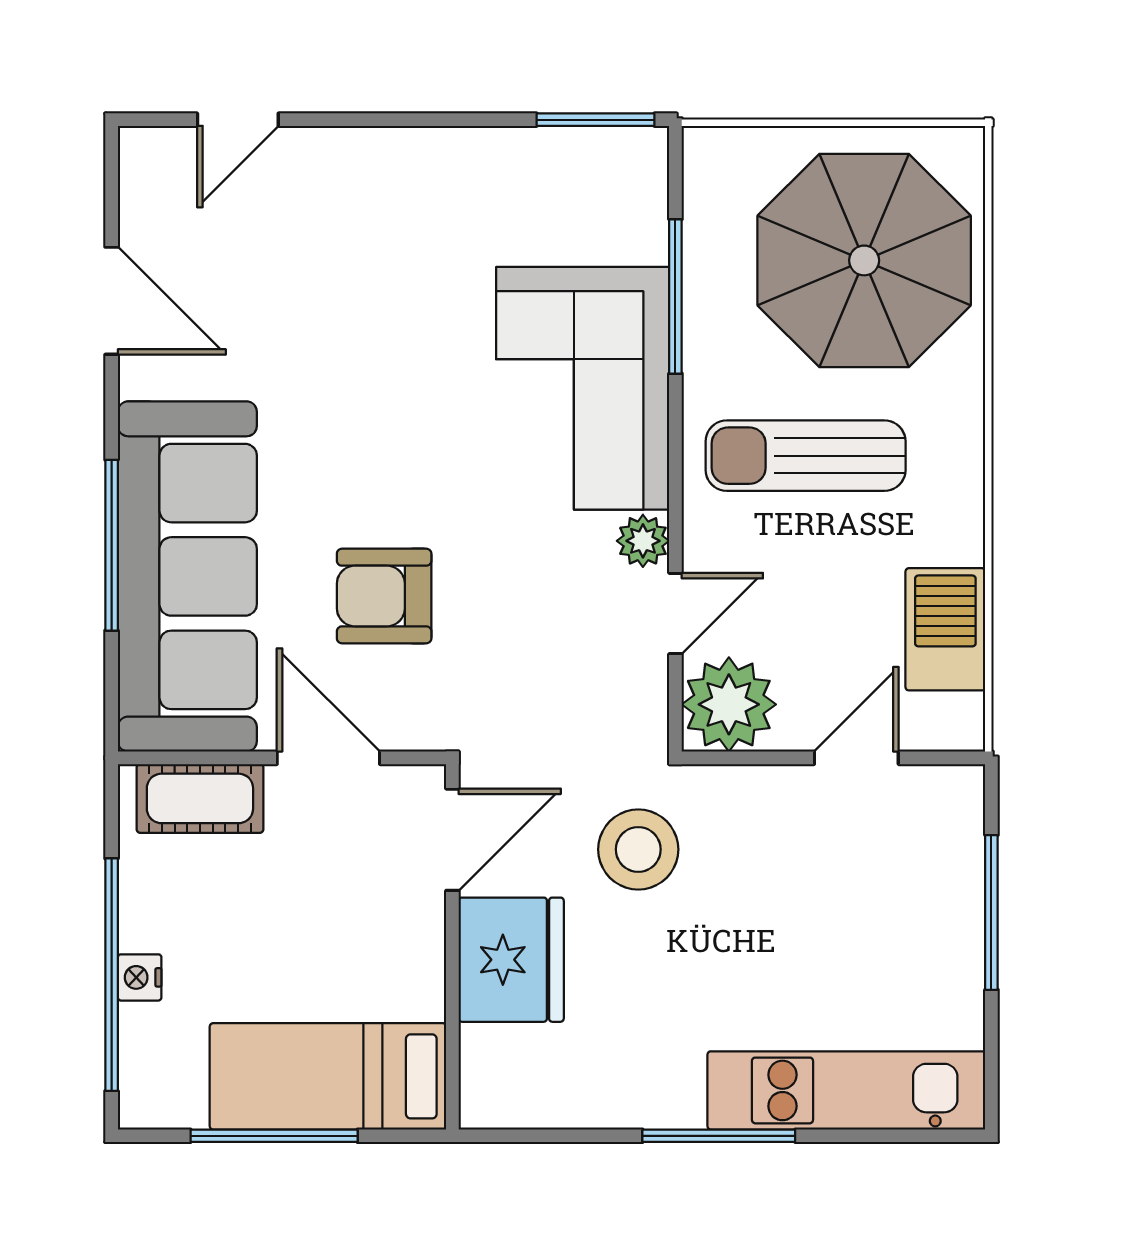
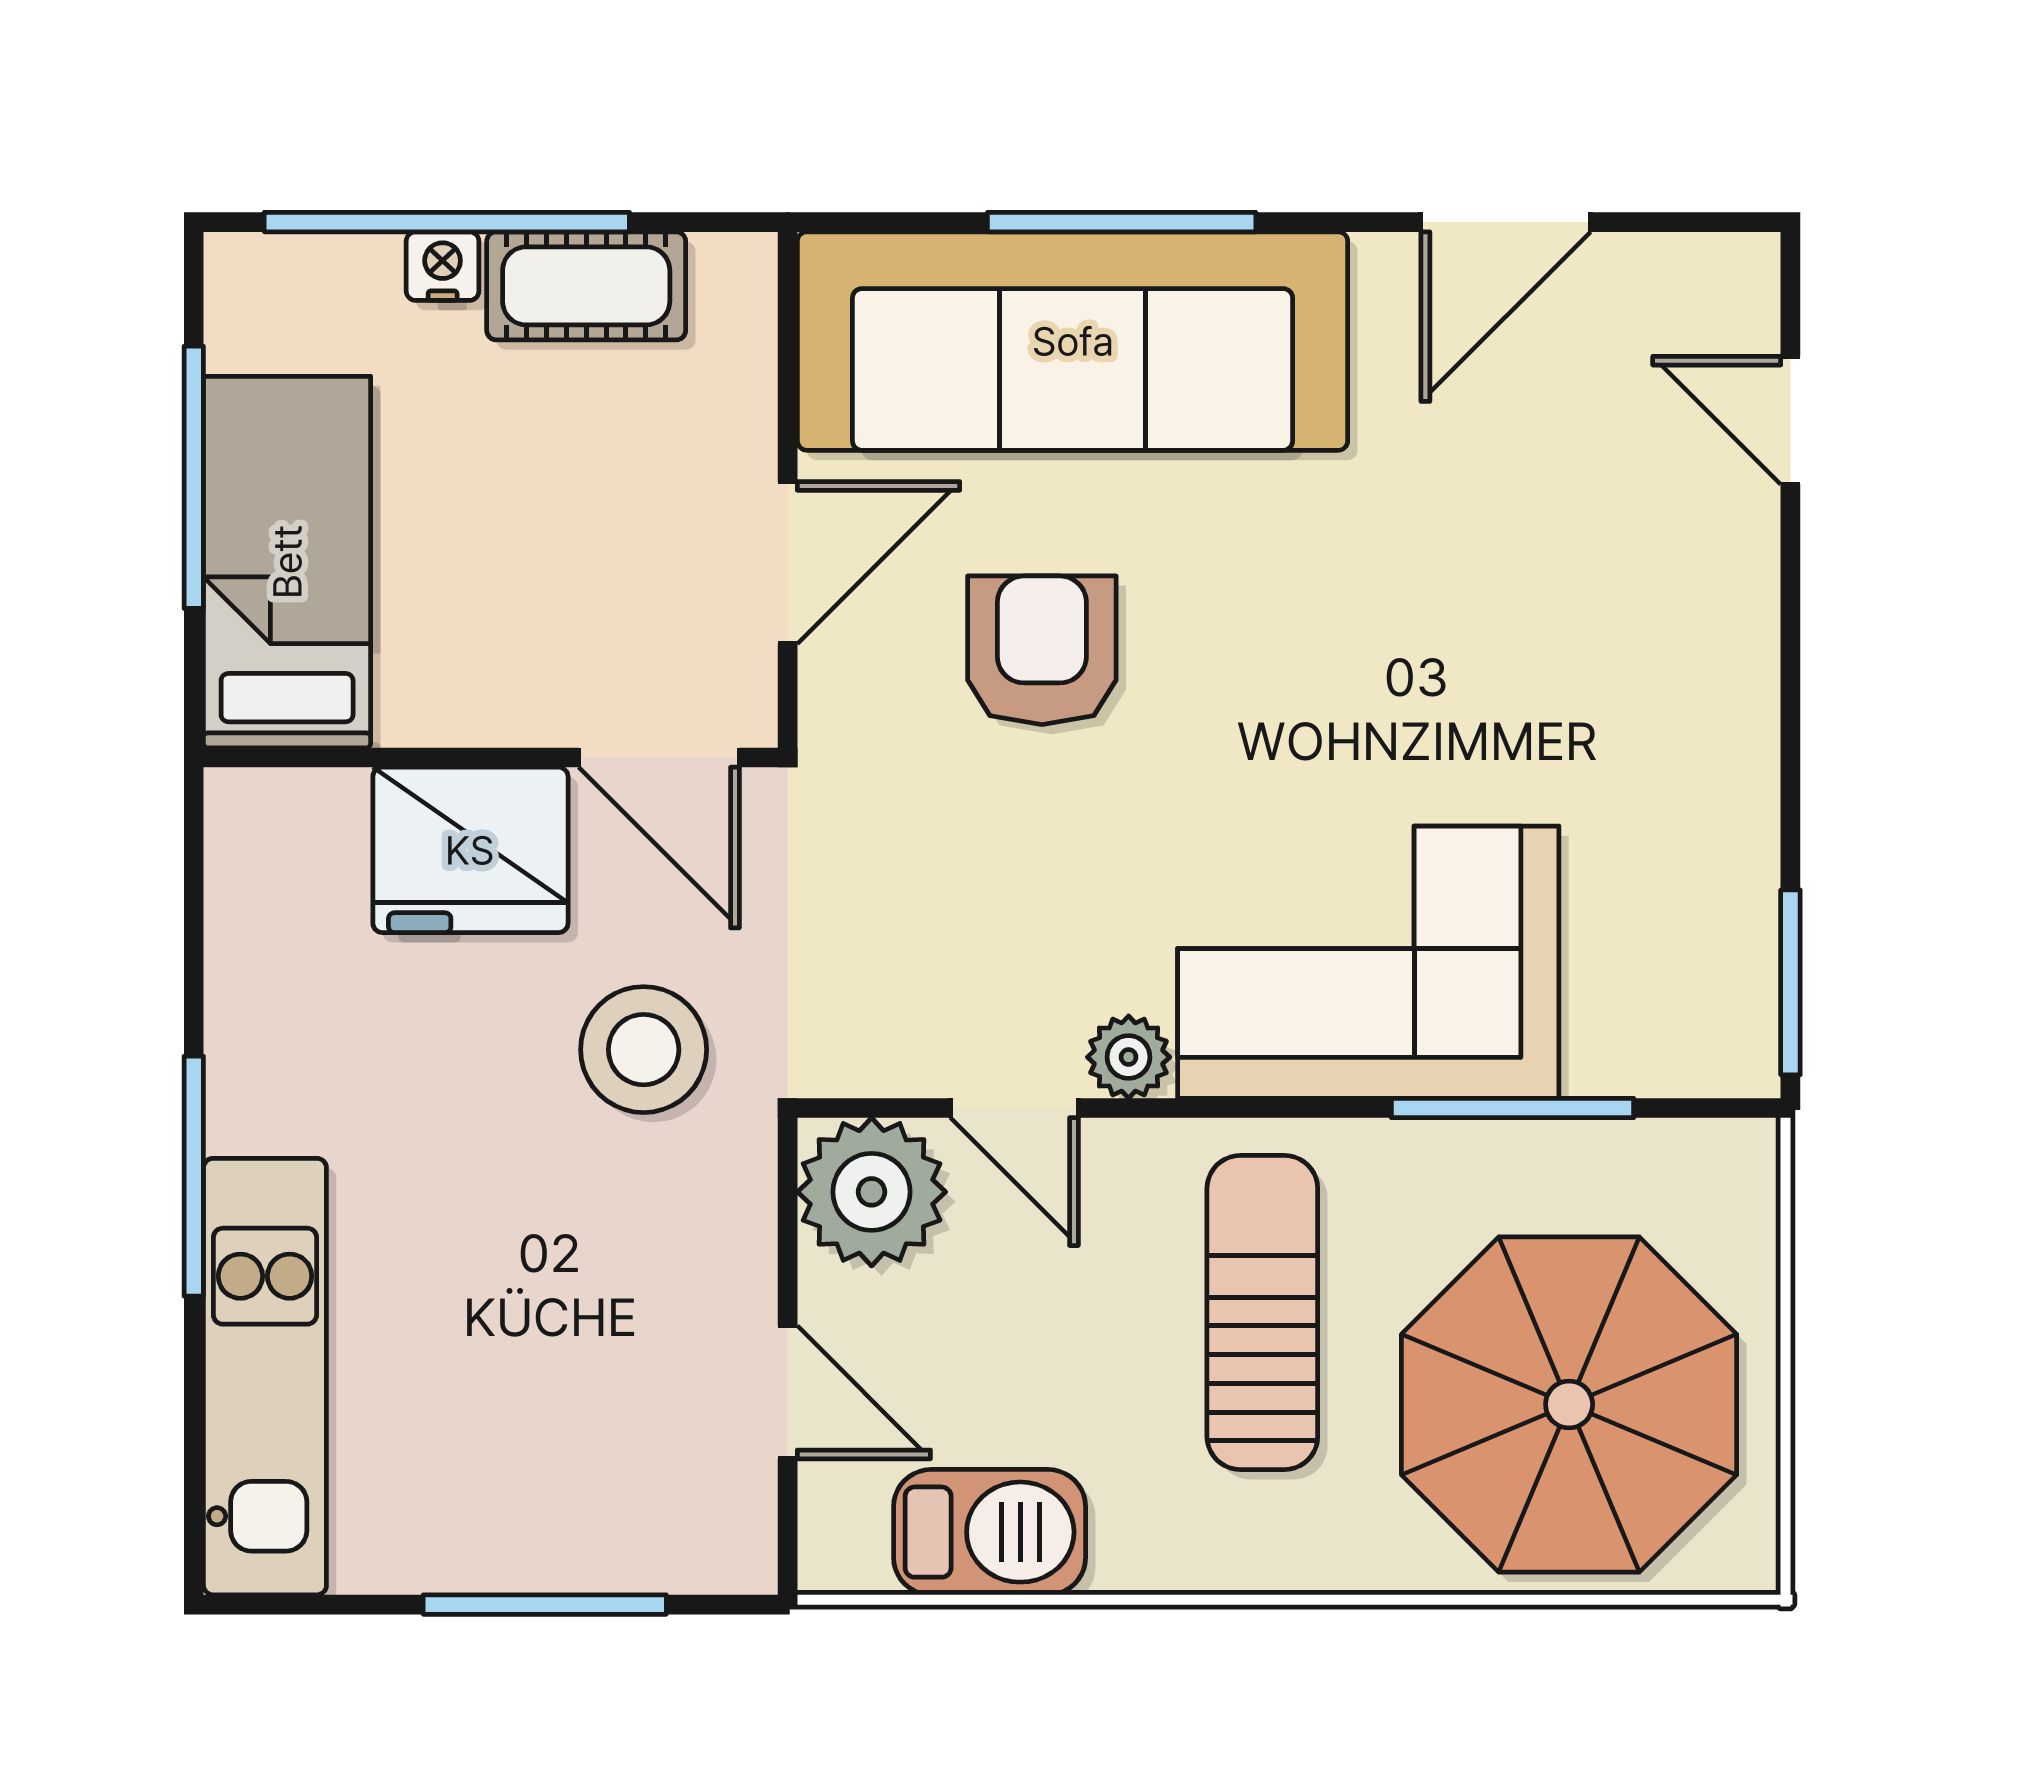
cot: (200, 798) -> (586, 286), moved, turned 90

